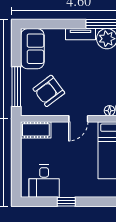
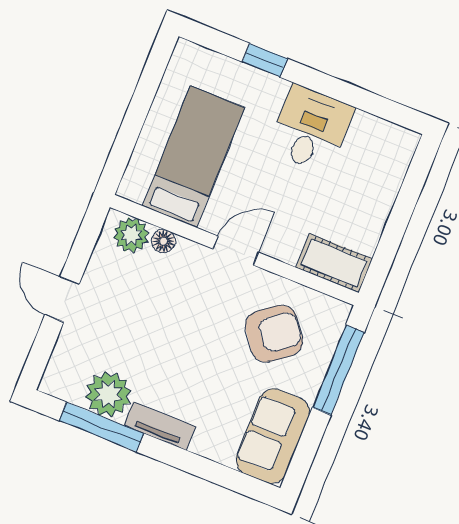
desk: (44, 181) -> (311, 129), moved
window: (66, 202) -> (265, 60), moved

